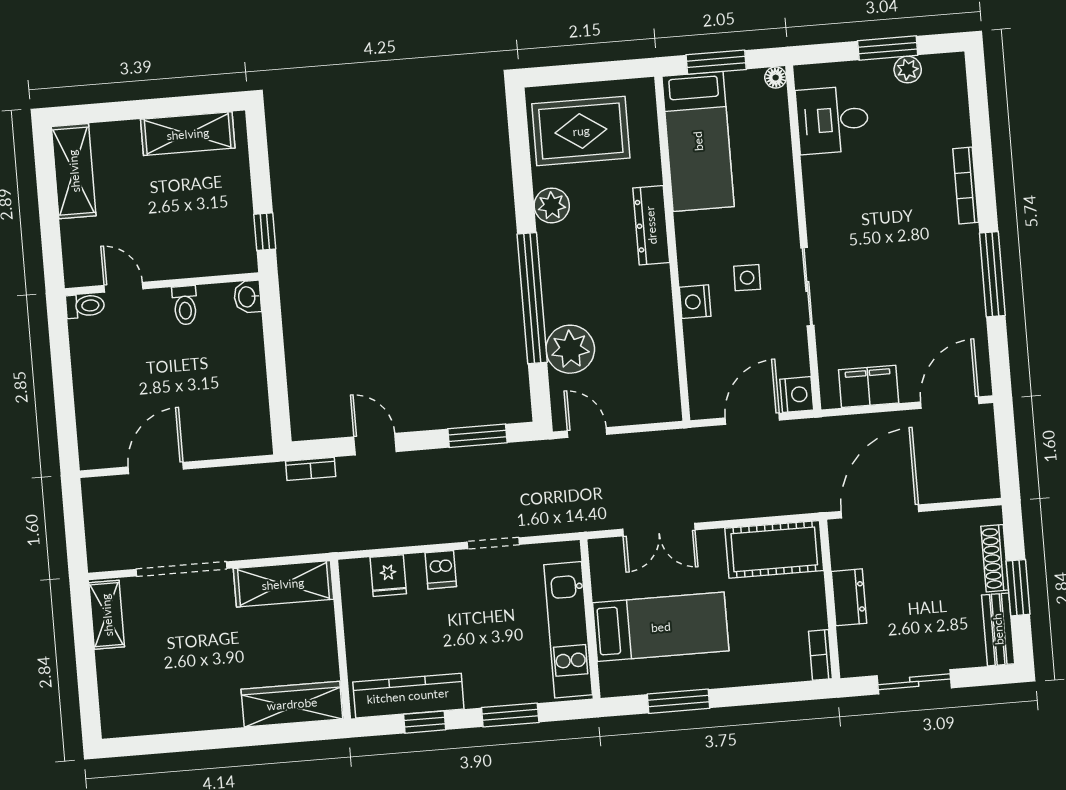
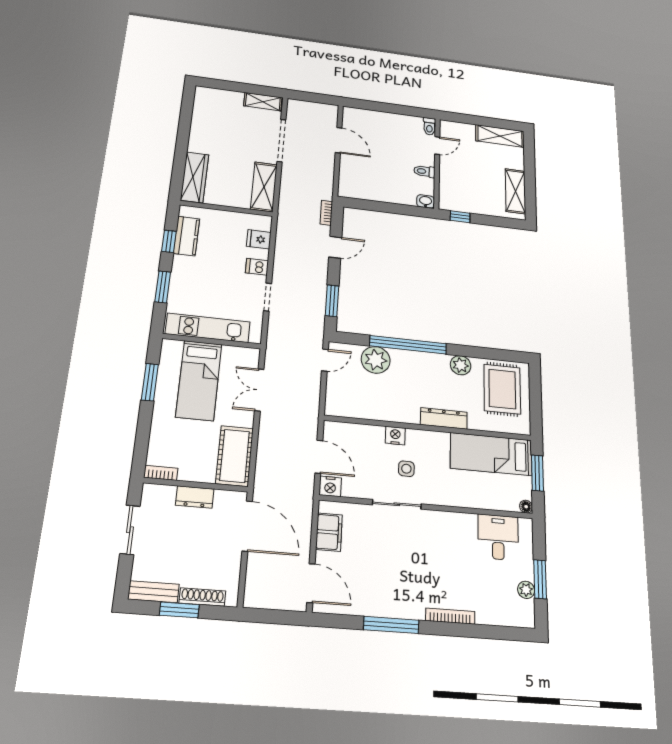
kitchen counter: (408, 696) -> (186, 236), width x0.67

